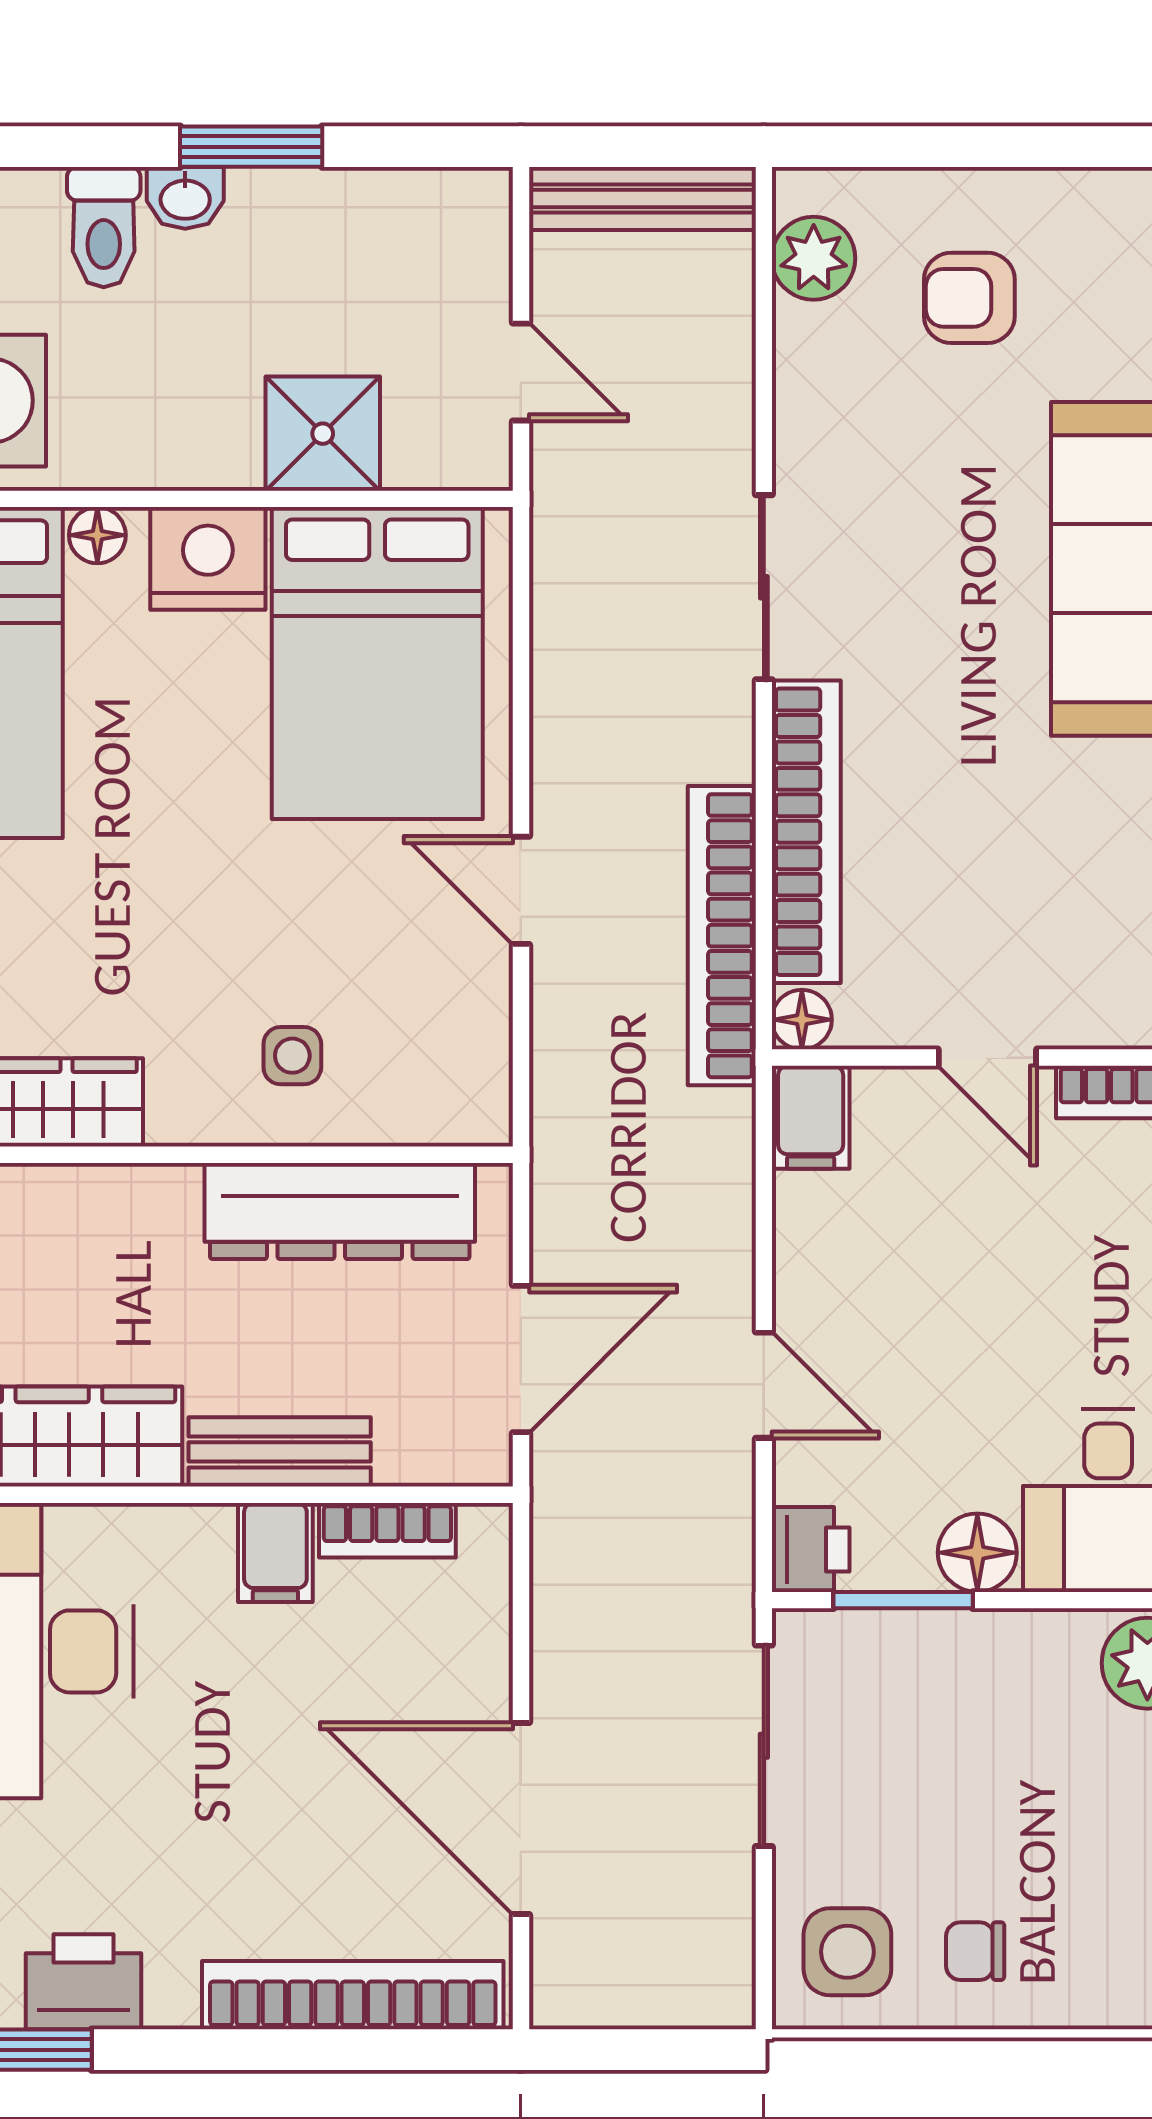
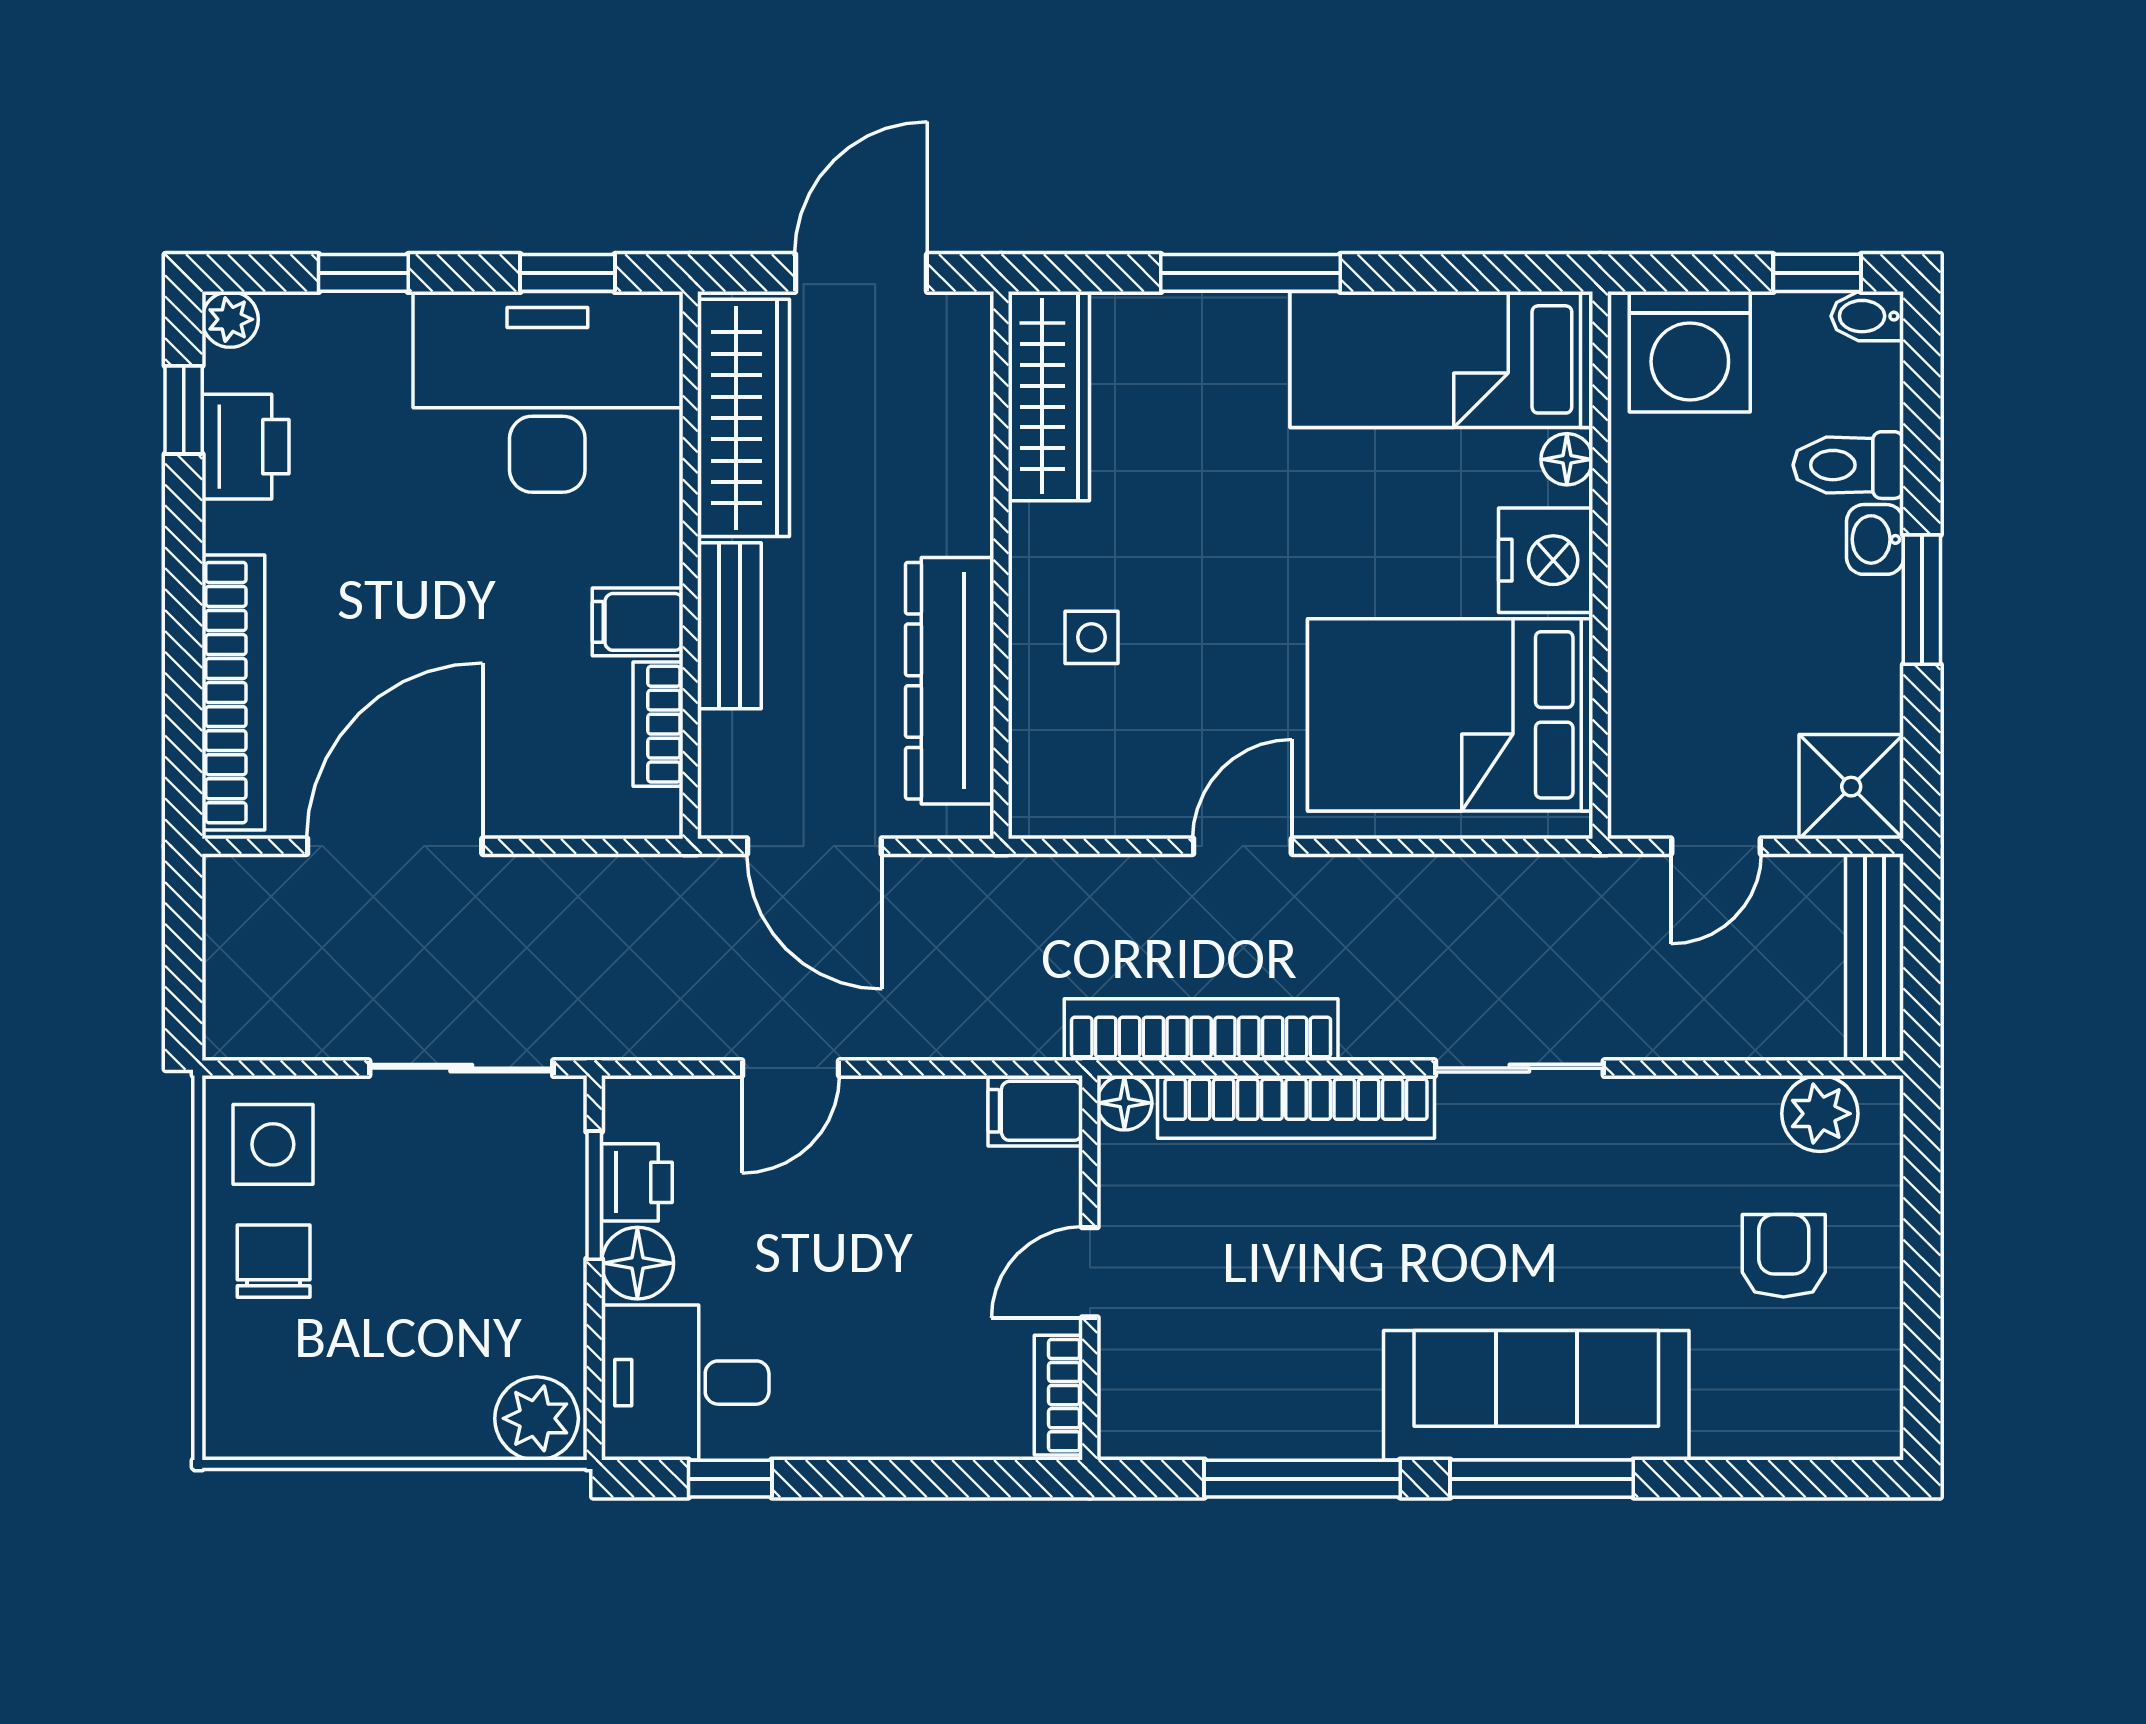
shower: (323, 434) -> (1851, 787), moved
printer: (811, 1549) -> (637, 1182), moved, turned -90
chair: (975, 1951) -> (274, 1261), width x1.37, depth x1.37

